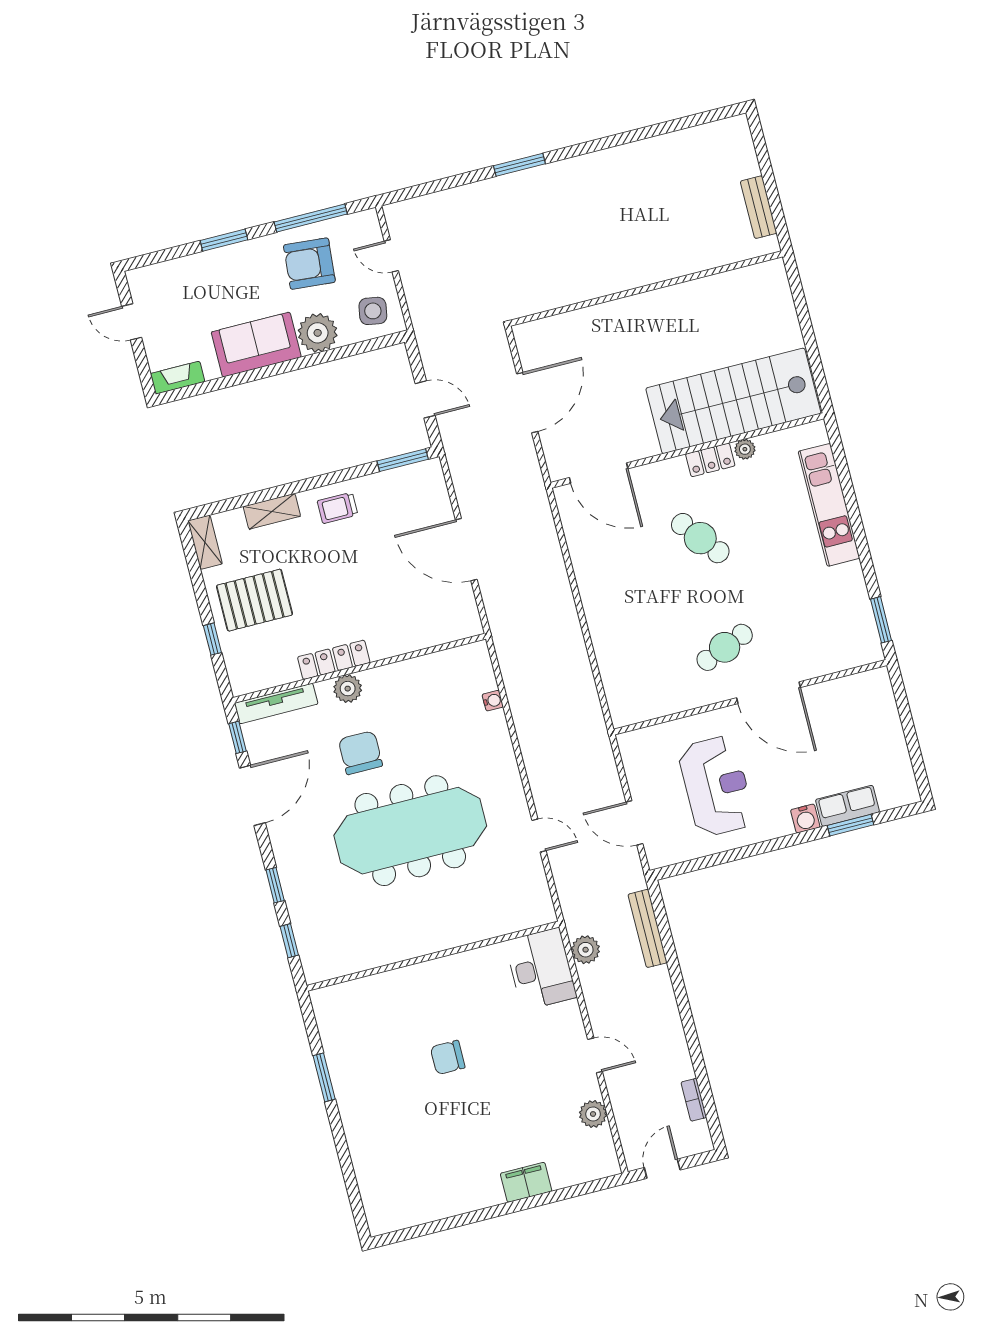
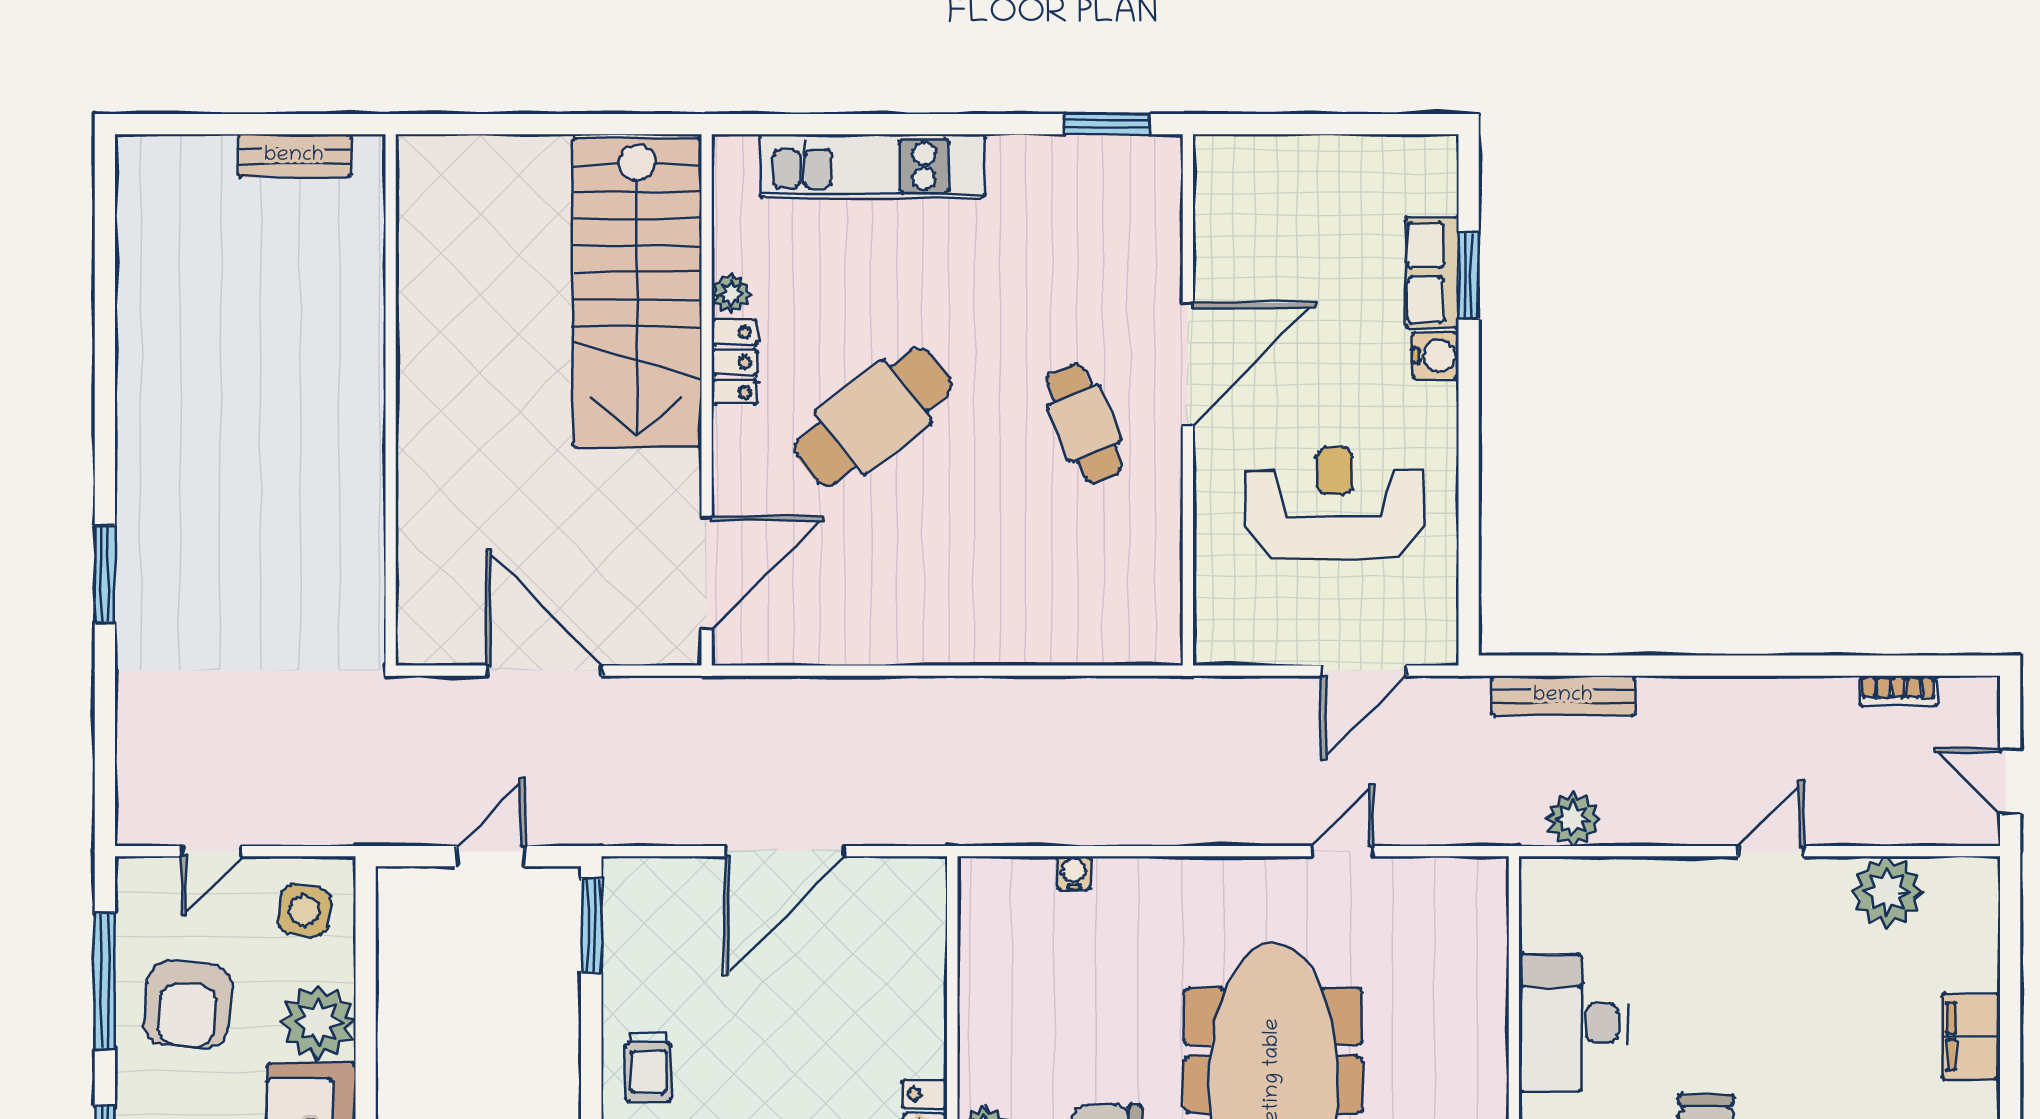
cafe table: (700, 538) -> (873, 417), width x1.37, depth x1.35
desk: (541, 969) -> (1573, 1023), moved, turned -90
plant: (593, 1114) -> (1887, 892), width x1.36, depth x1.36

